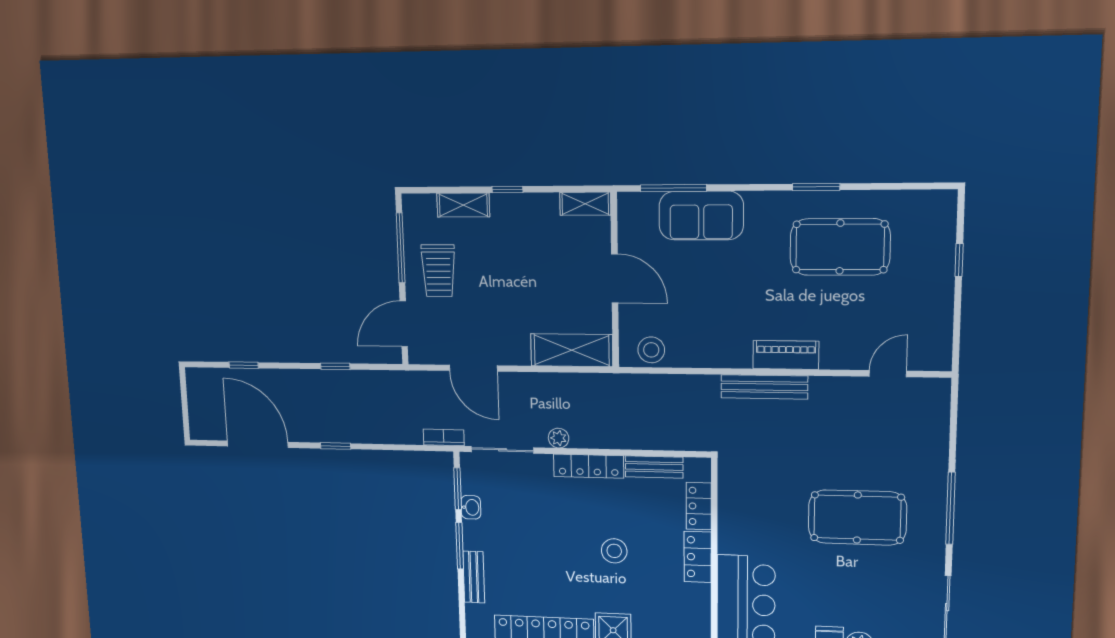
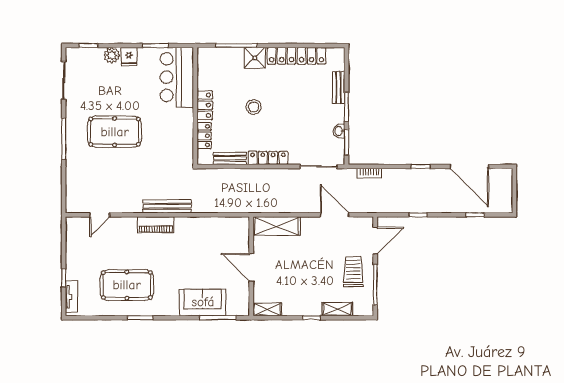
tv unit: (945, 225) -> (72, 297), added
stool: (651, 350) -> (231, 227), removed
bookcase: (444, 437) -> (369, 173), moved
plant: (559, 438) -> (285, 174), removed

